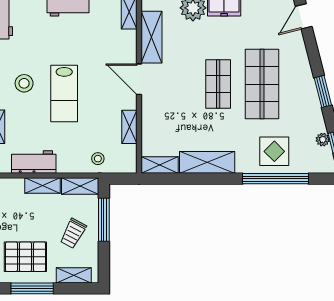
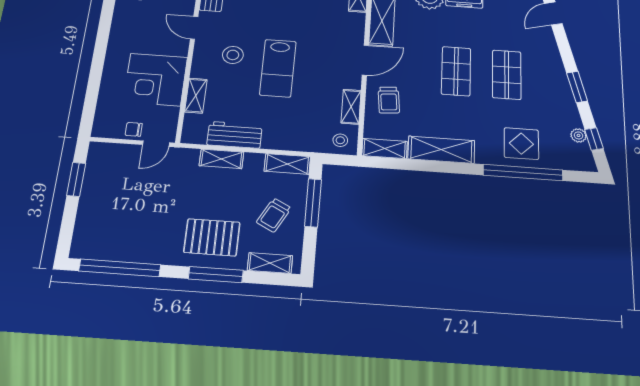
door: (139, 79) -> (365, 60), swing flipped
shop shelf: (262, 84) -> (507, 75), width x0.70, depth x0.74
trolley: (161, 118) -> (389, 100), added
stool: (98, 159) -> (340, 140), moved
shelving: (43, 186) -> (221, 159), moved

